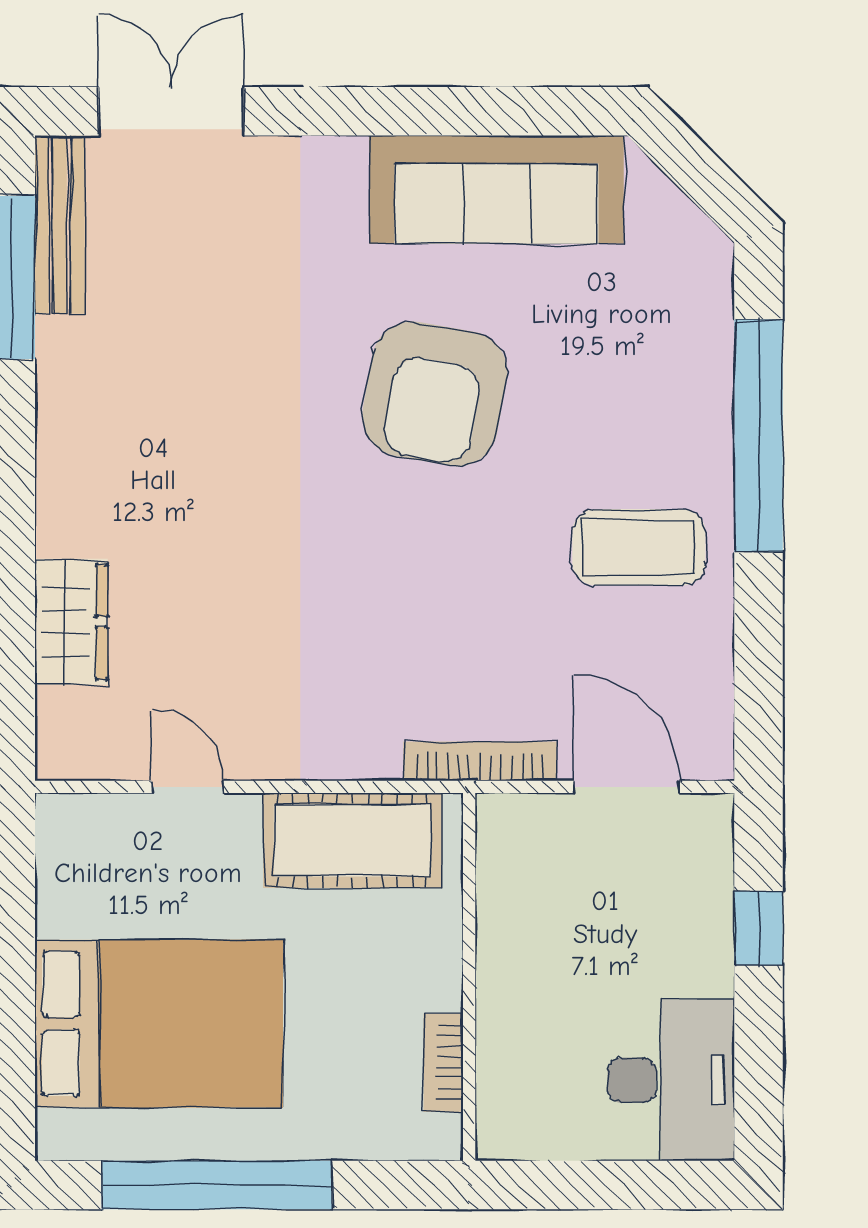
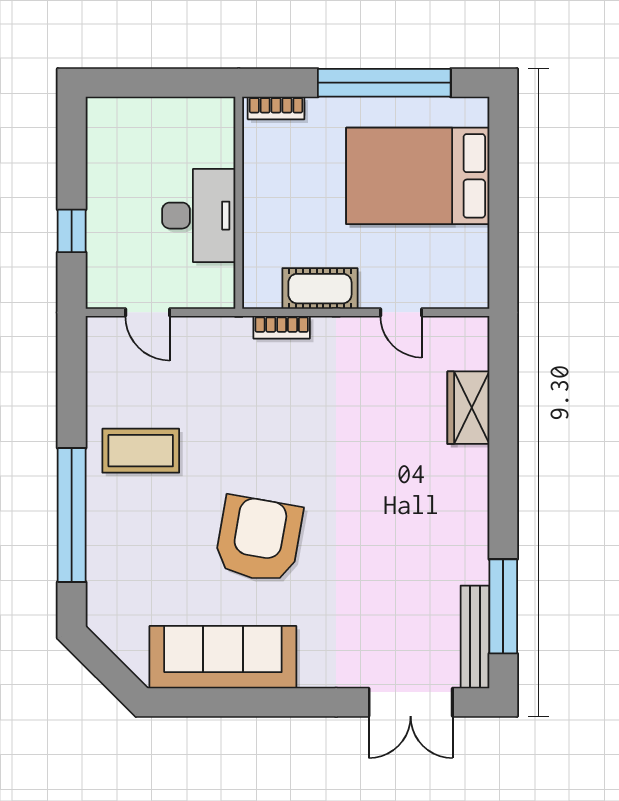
bookcase: (480, 761) -> (282, 327), moved, width x0.64
door: (627, 787) -> (148, 312), width x0.73
cot: (352, 840) -> (320, 289), width x0.73, depth x0.75
bookcase: (443, 1063) -> (276, 108), moved, turned 90
desk: (671, 1080) -> (199, 216), moved, turned 180

